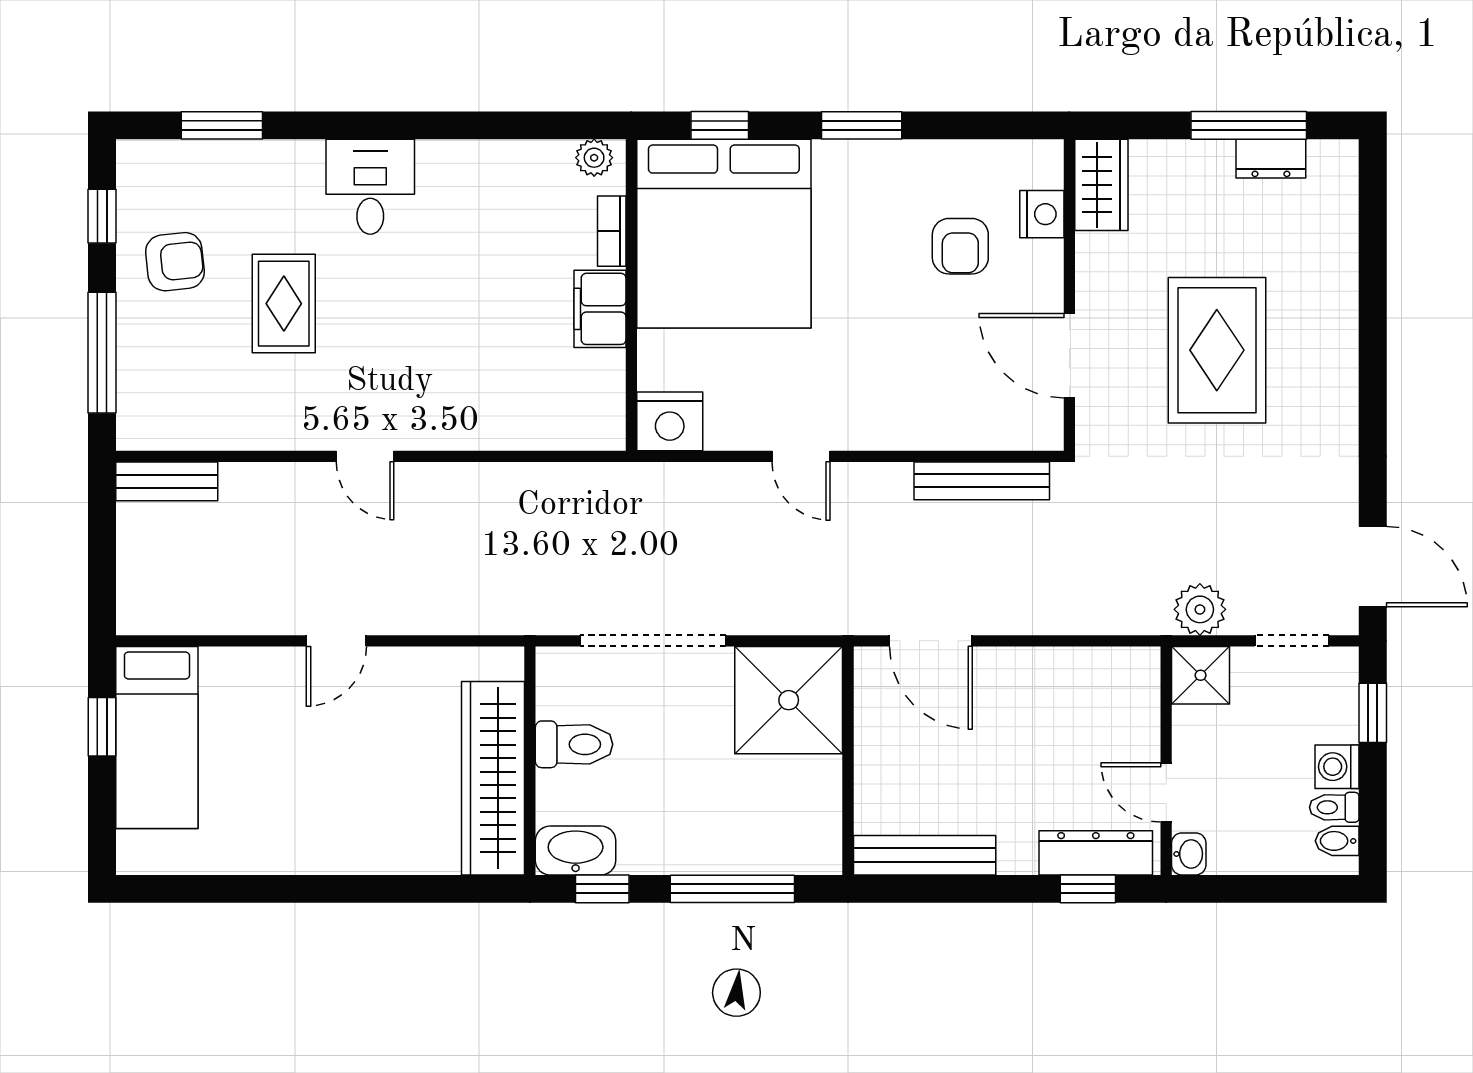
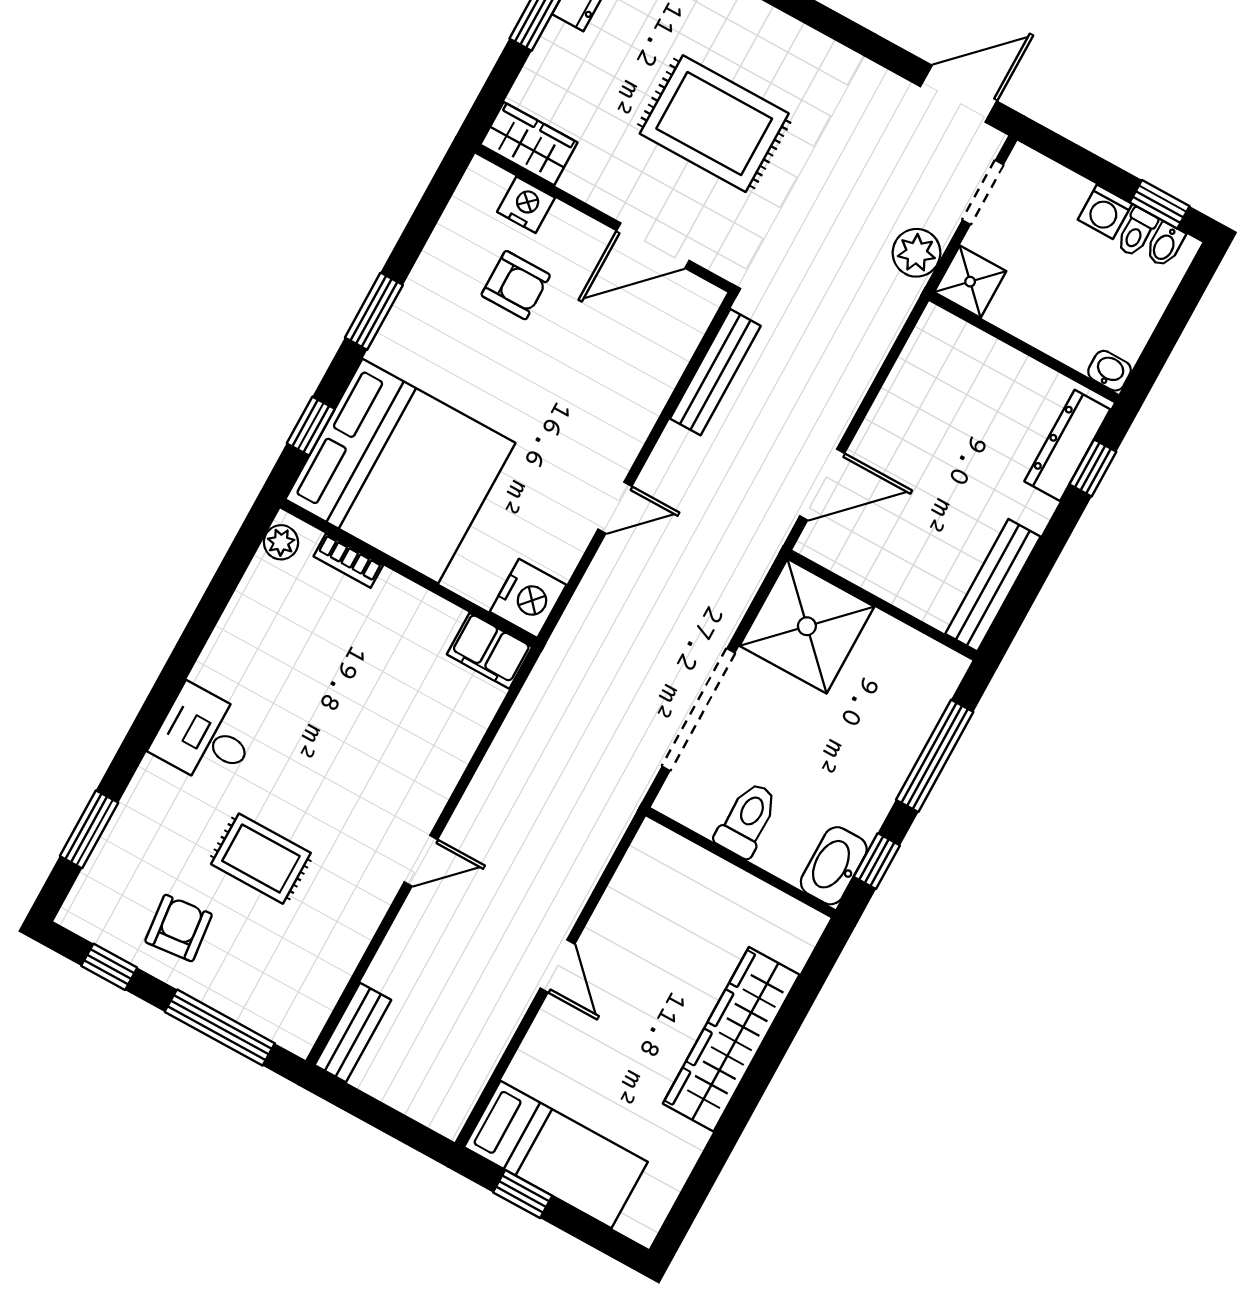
filing cabinet: (600, 309) -> (490, 651), moved
window: (1373, 713) -> (1160, 204), moved
wardrobe: (493, 778) -> (731, 1039), moved, turned 90
door: (1166, 792) -> (1050, 362), removed

